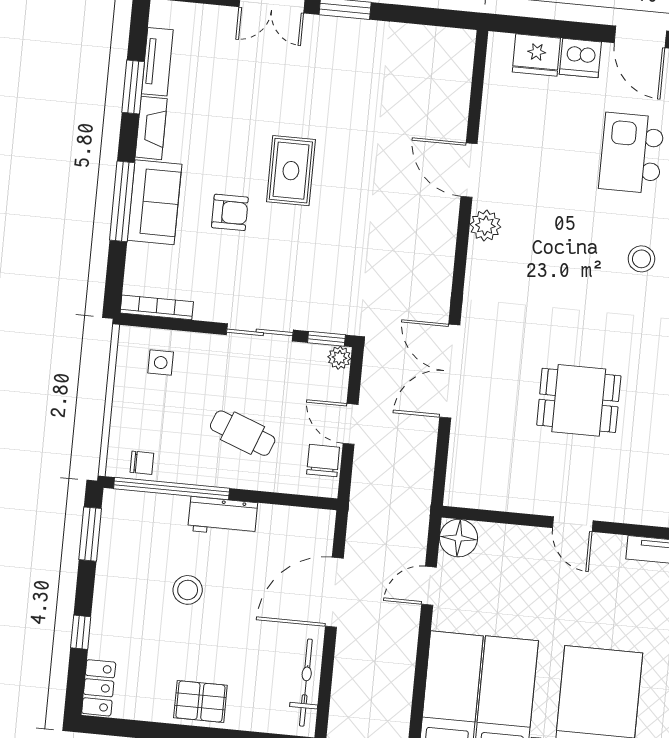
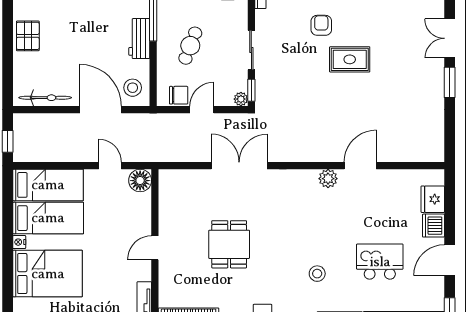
armchair: (230, 212) -> (321, 25), turned 180
stool: (188, 590) -> (133, 88), moved

